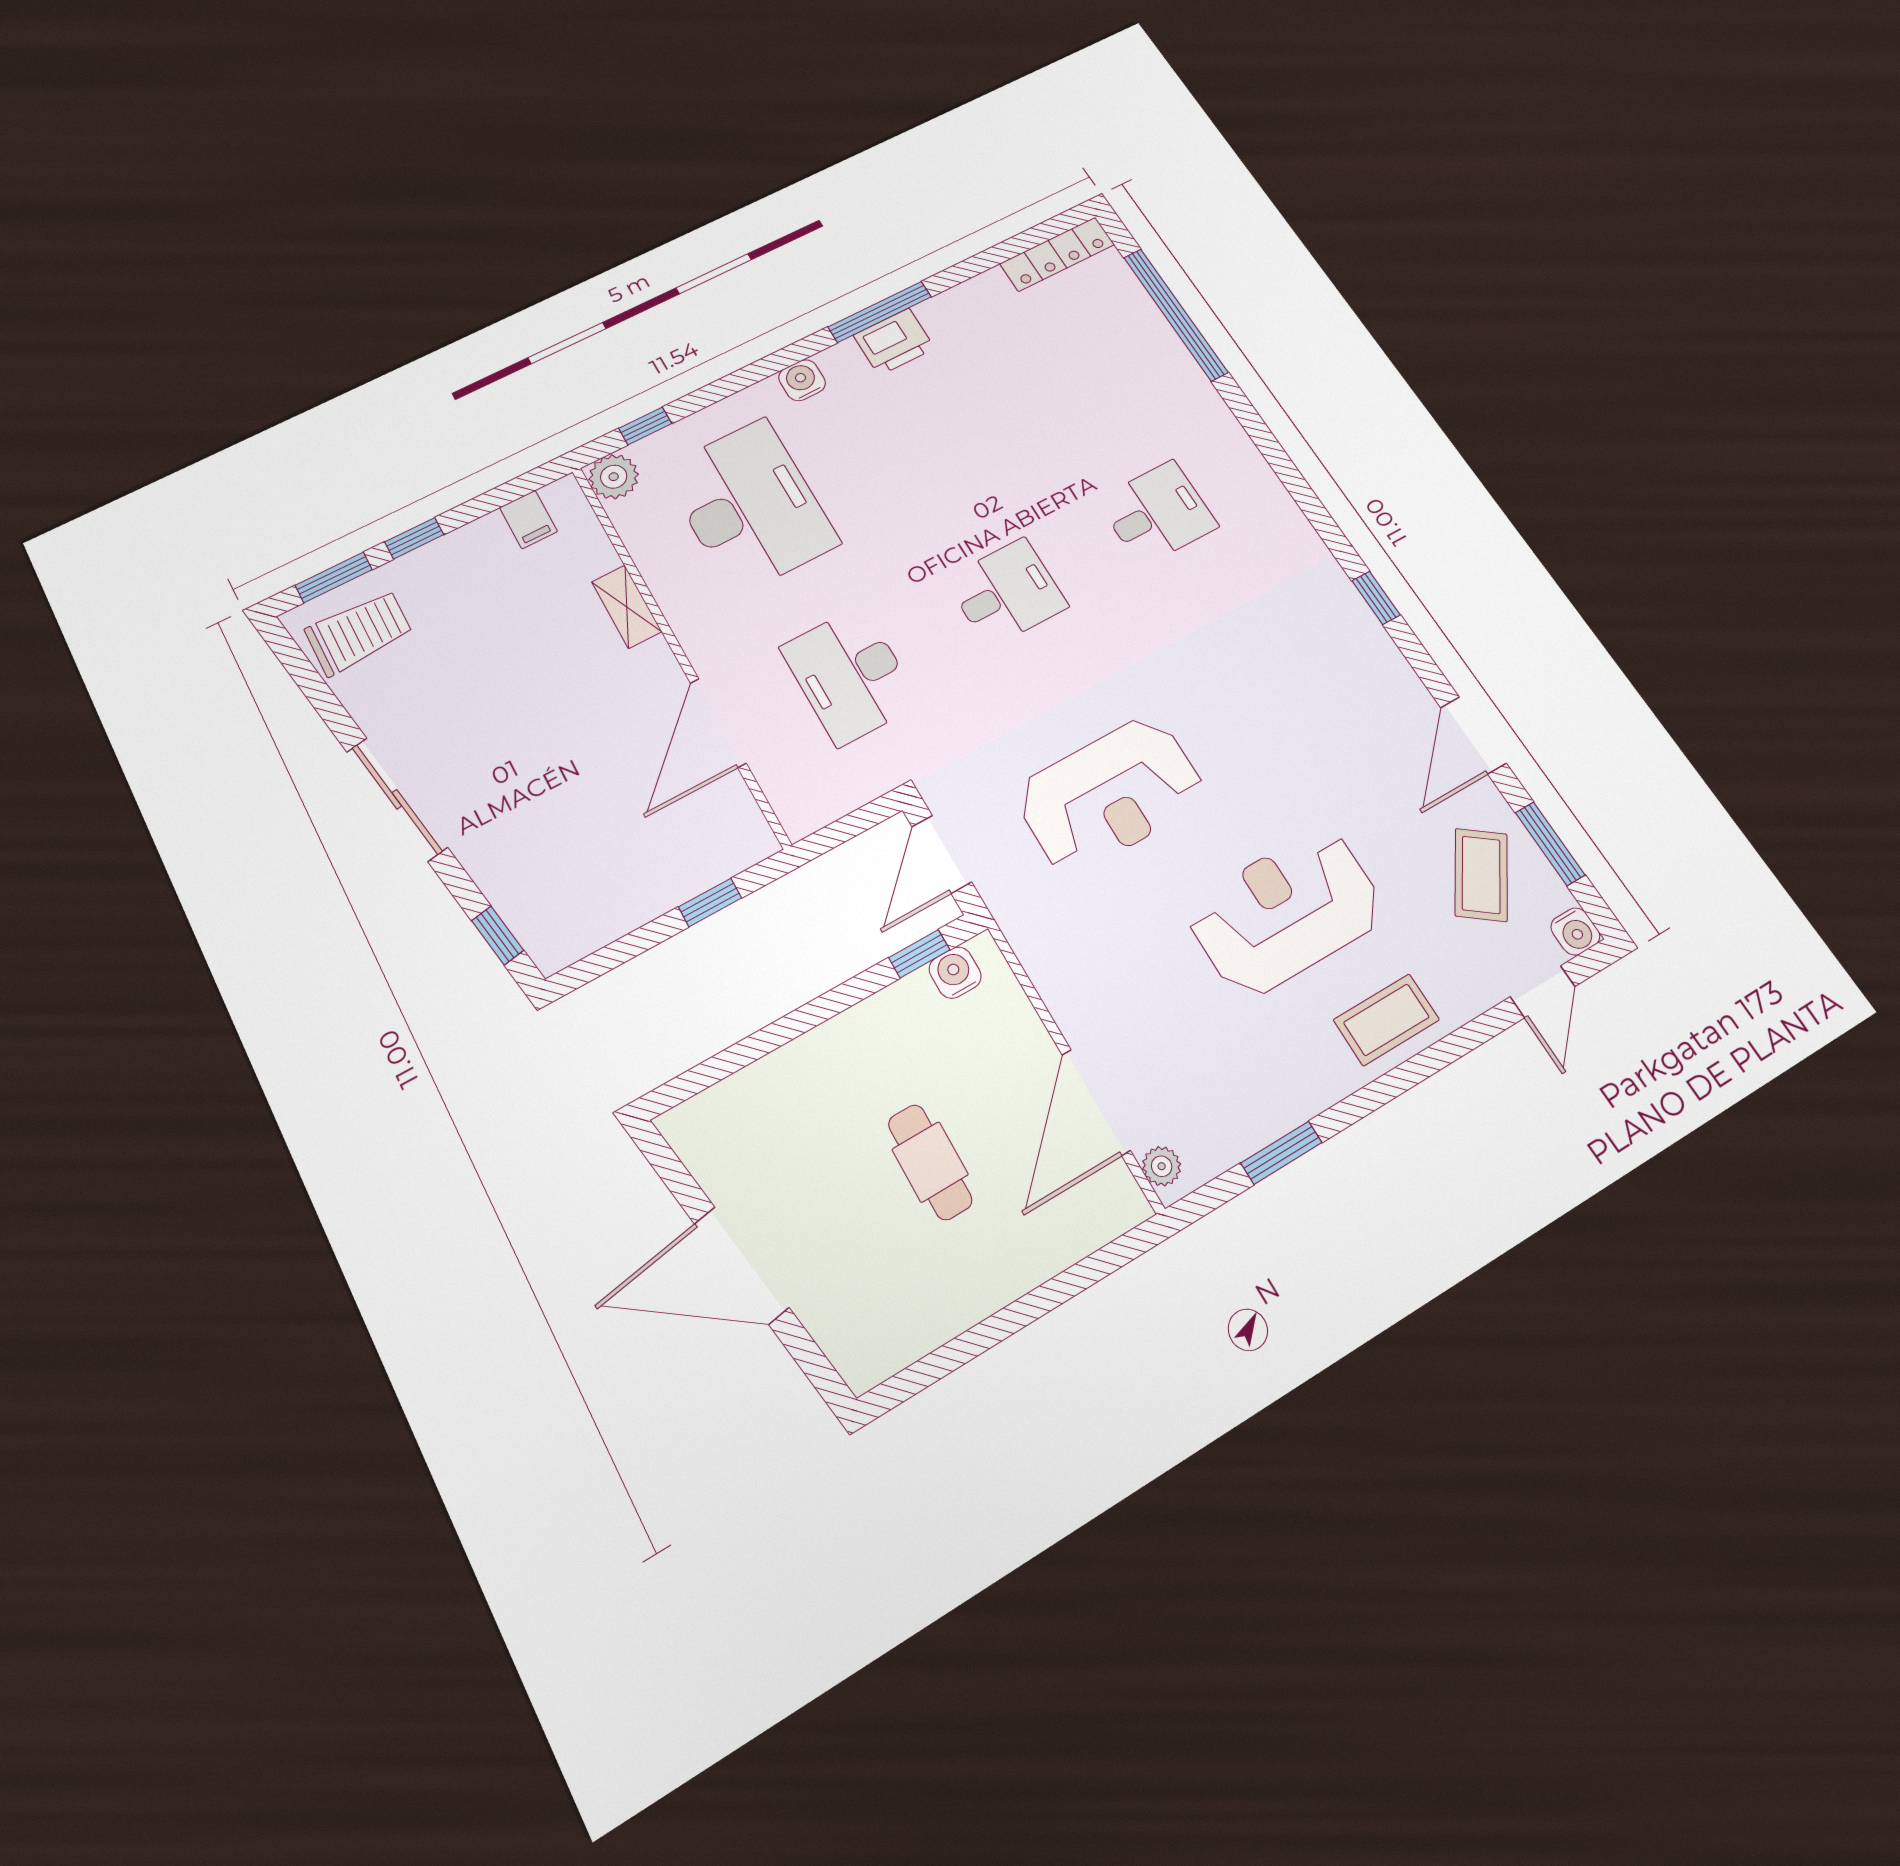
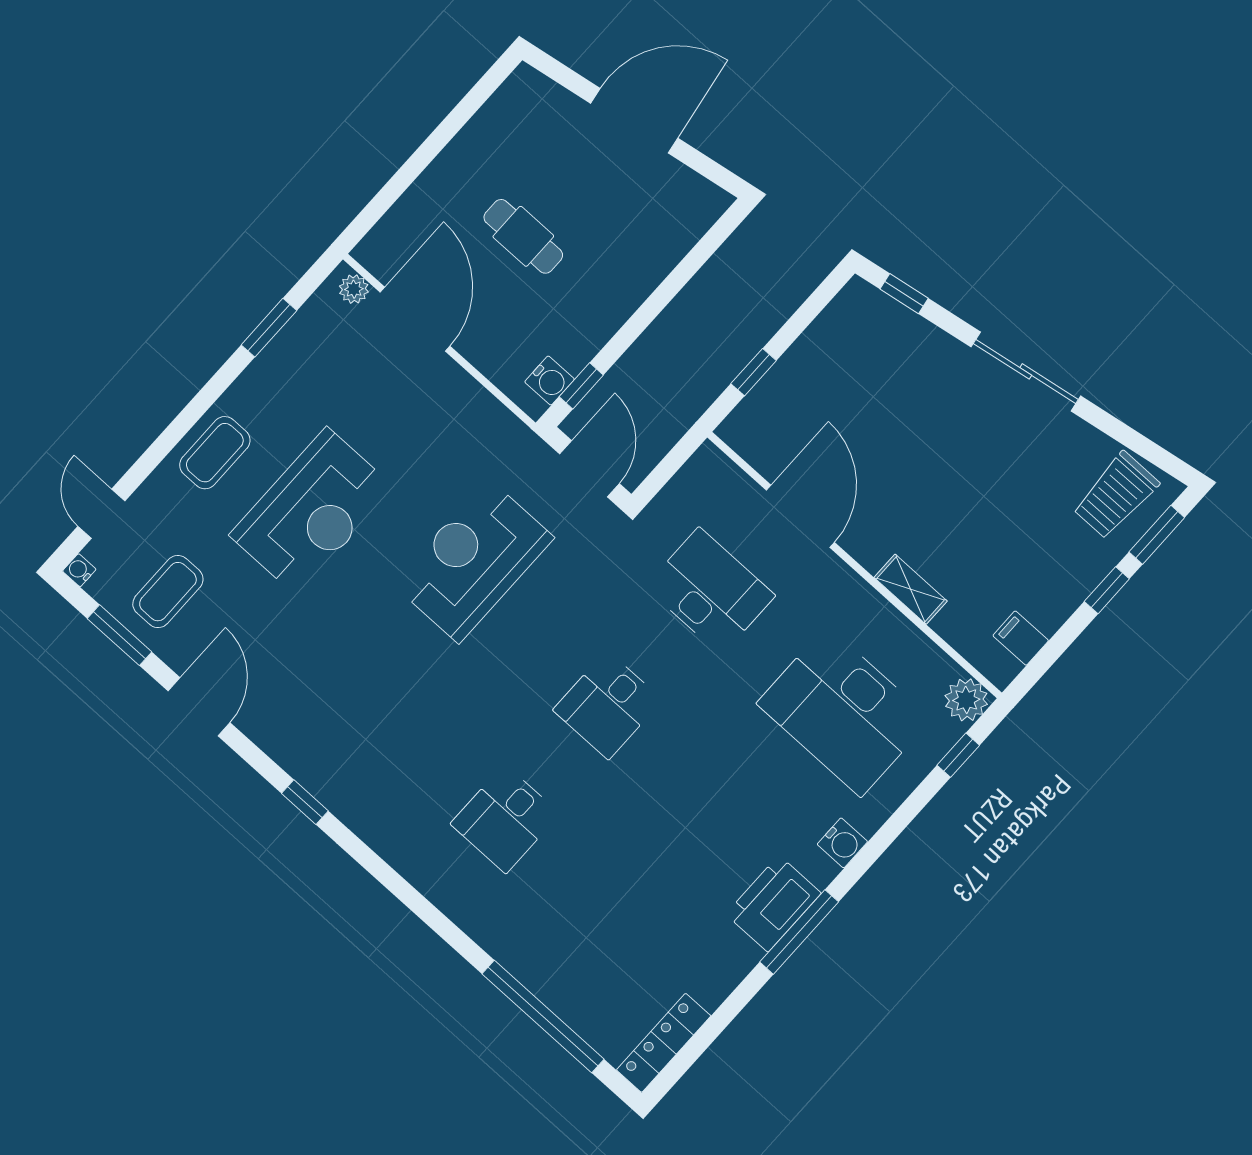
printer: (894, 342) -> (773, 904), width x1.37, depth x1.19
coffee table: (1481, 875) -> (168, 592), turned 54
water cooler: (1575, 931) -> (79, 570), width x0.72, depth x0.72

